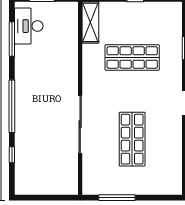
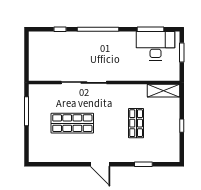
desk: (29, 26) -> (156, 46), width x1.36, depth x1.30
shop shelf: (132, 57) -> (136, 123), width x0.70, depth x0.74

